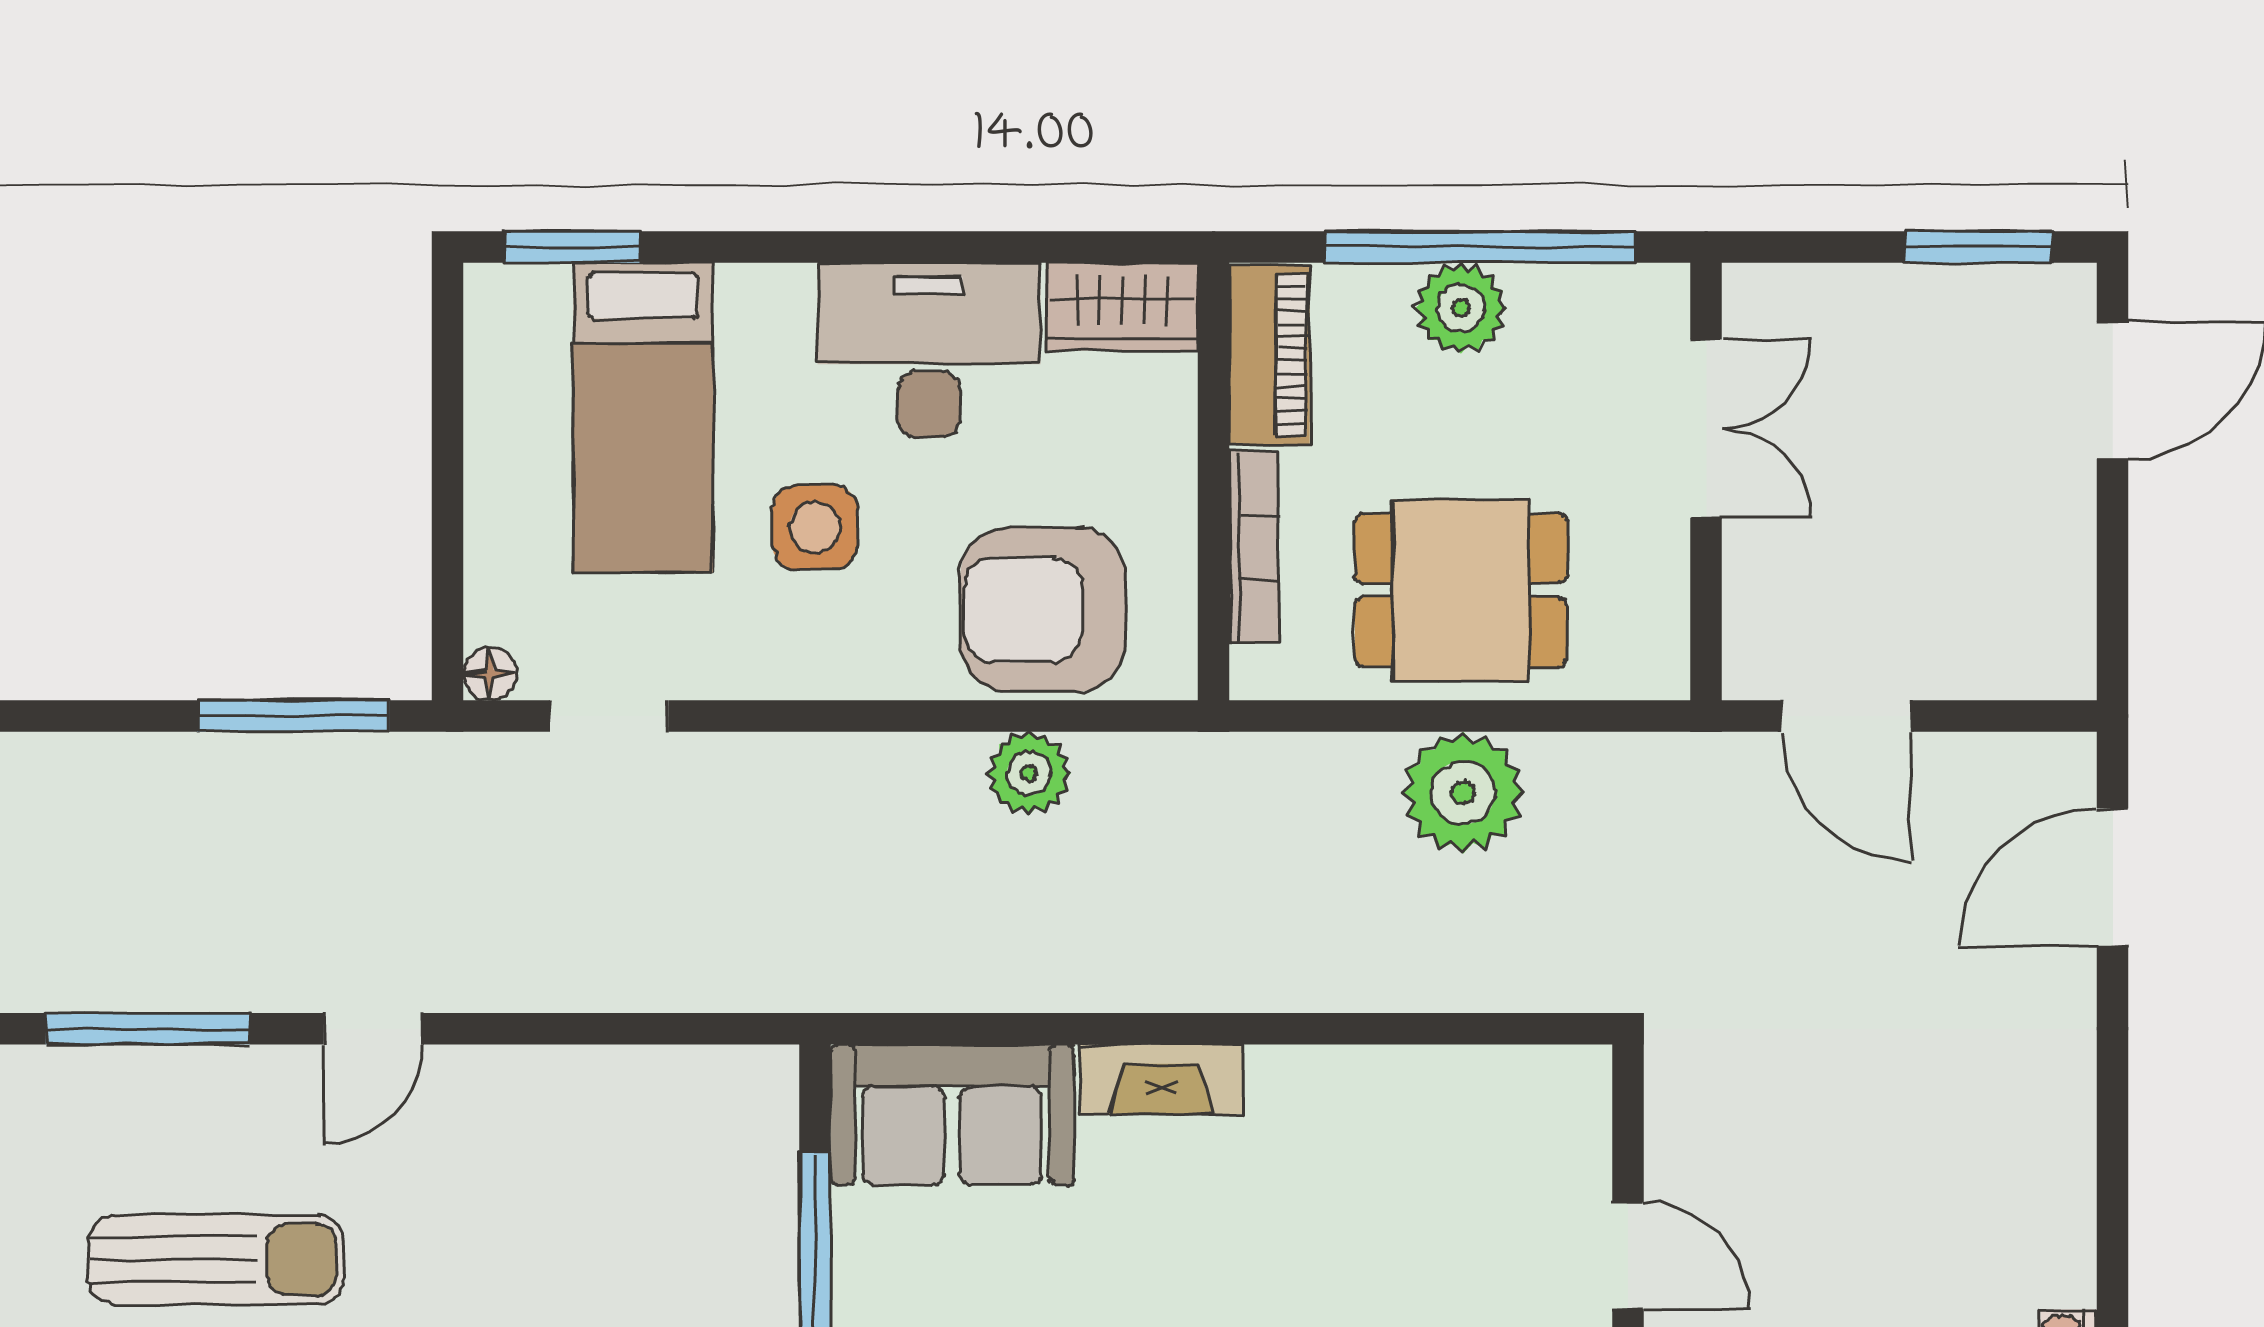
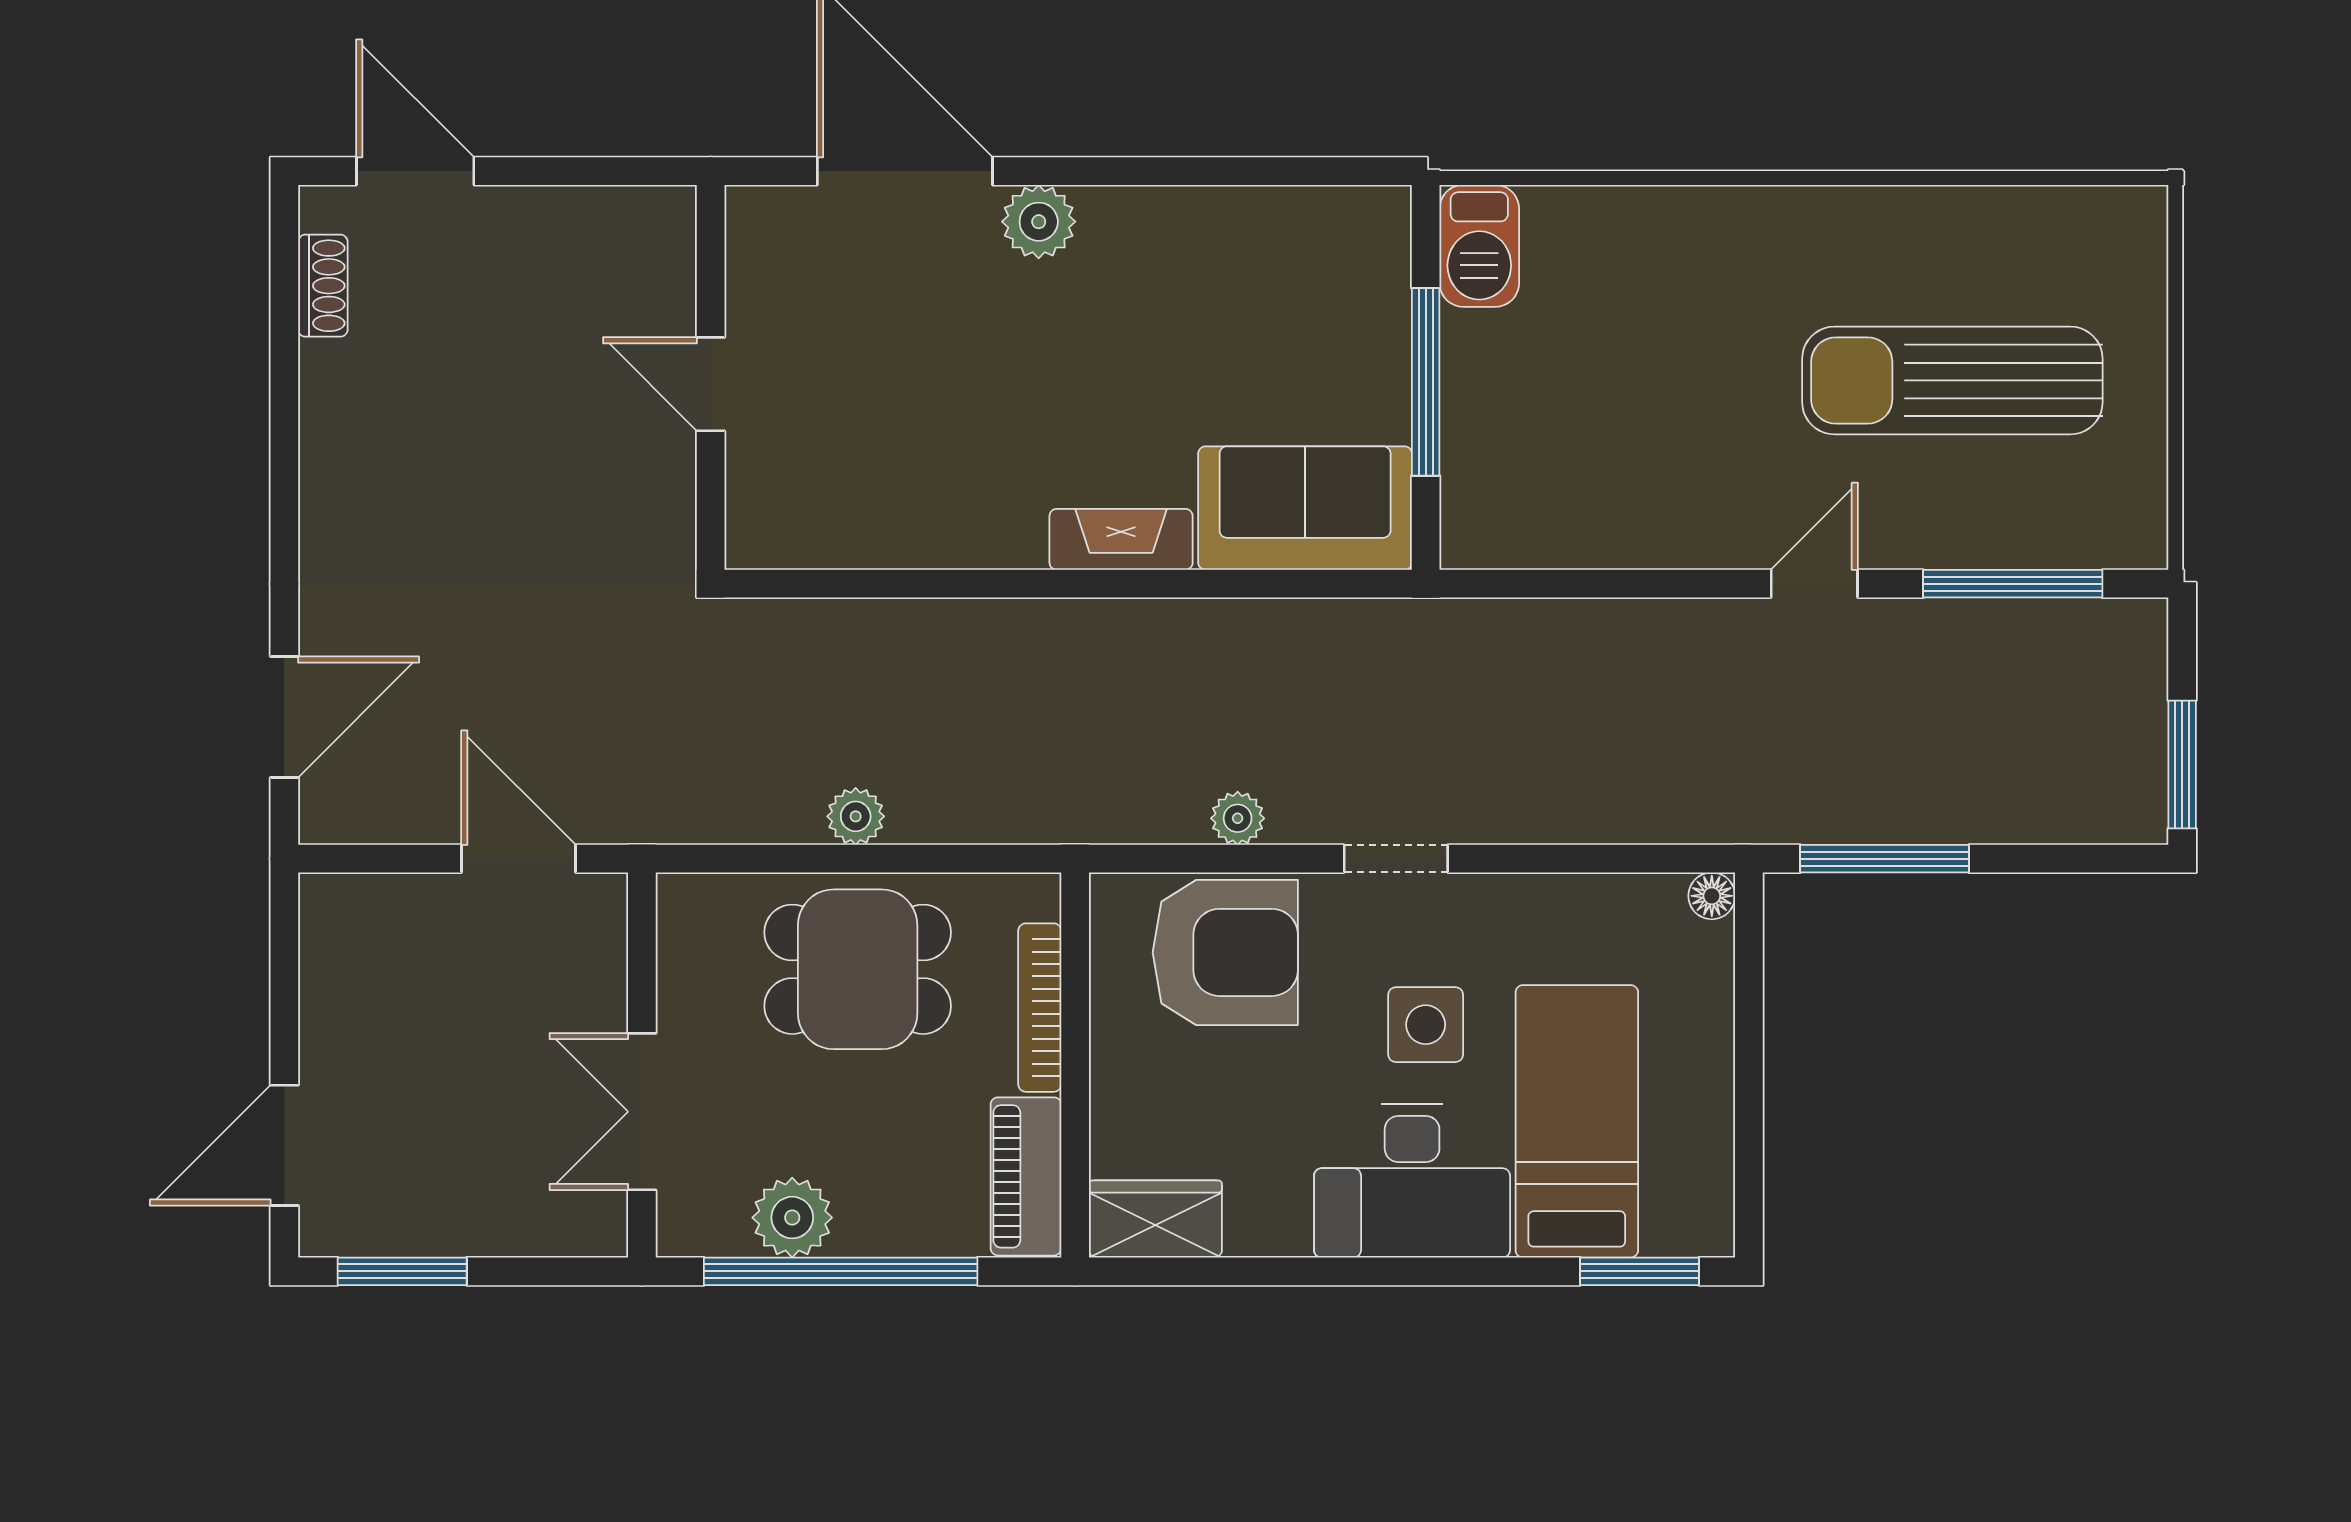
plant: (1461, 308) -> (792, 1218), moved
desk: (929, 350) -> (1412, 1181), moved
doorway: (609, 716) -> (1396, 859), moved
plant: (1029, 773) -> (1238, 818), width x0.73, depth x0.73
plant: (1463, 793) -> (856, 816), width x0.53, depth x0.53
sun lounger: (216, 1260) -> (1952, 380), width x1.36, depth x1.34

